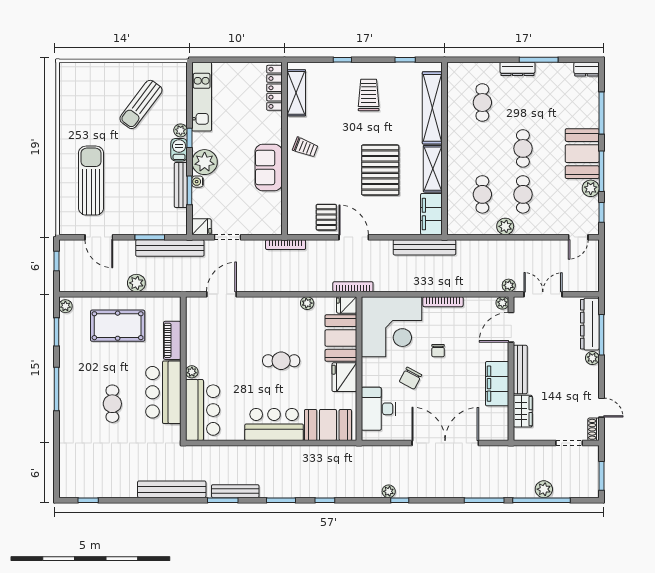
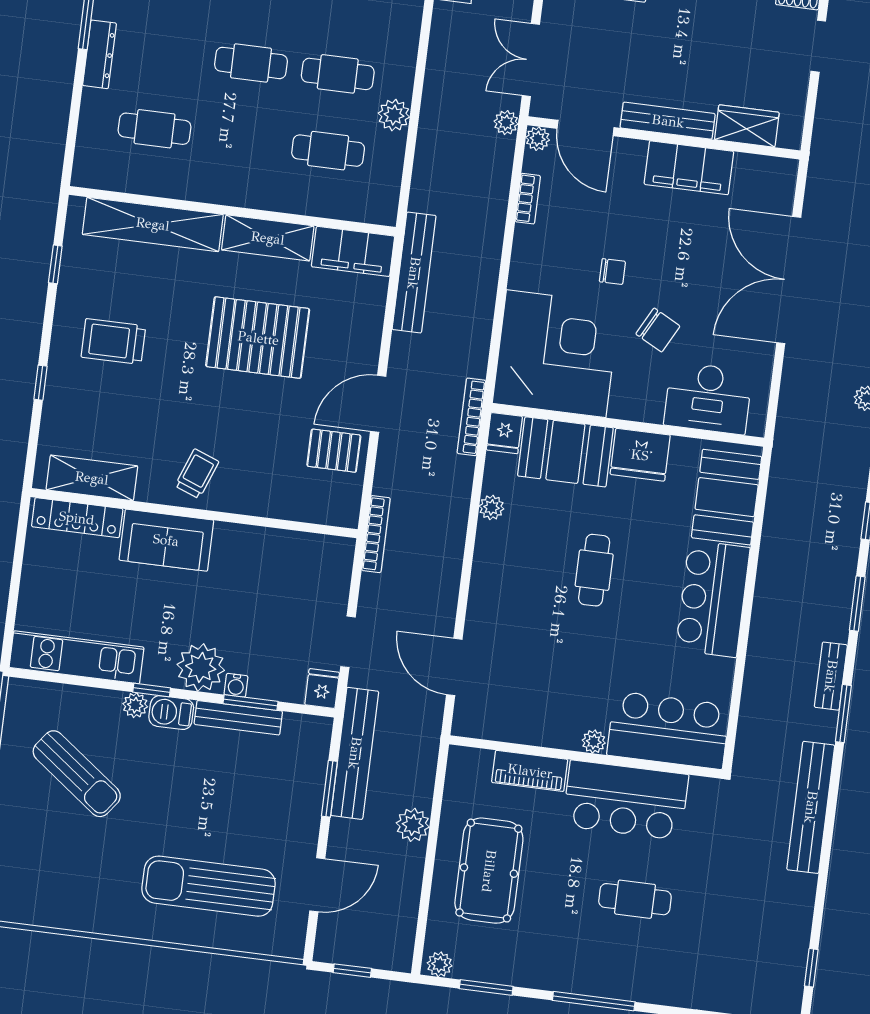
sofa: (269, 167) -> (166, 540), moved
bookcase: (443, 302) -> (528, 199), moved, width x0.64
bench: (235, 491) -> (831, 676), width x0.73

